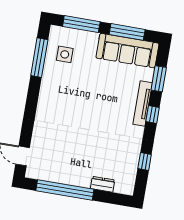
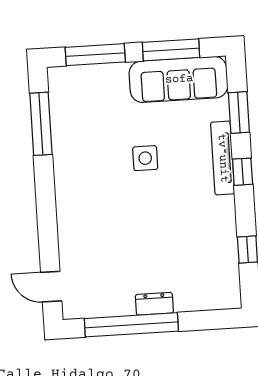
side table: (65, 54) -> (145, 158), moved
dresser: (103, 184) -> (154, 304), moved

